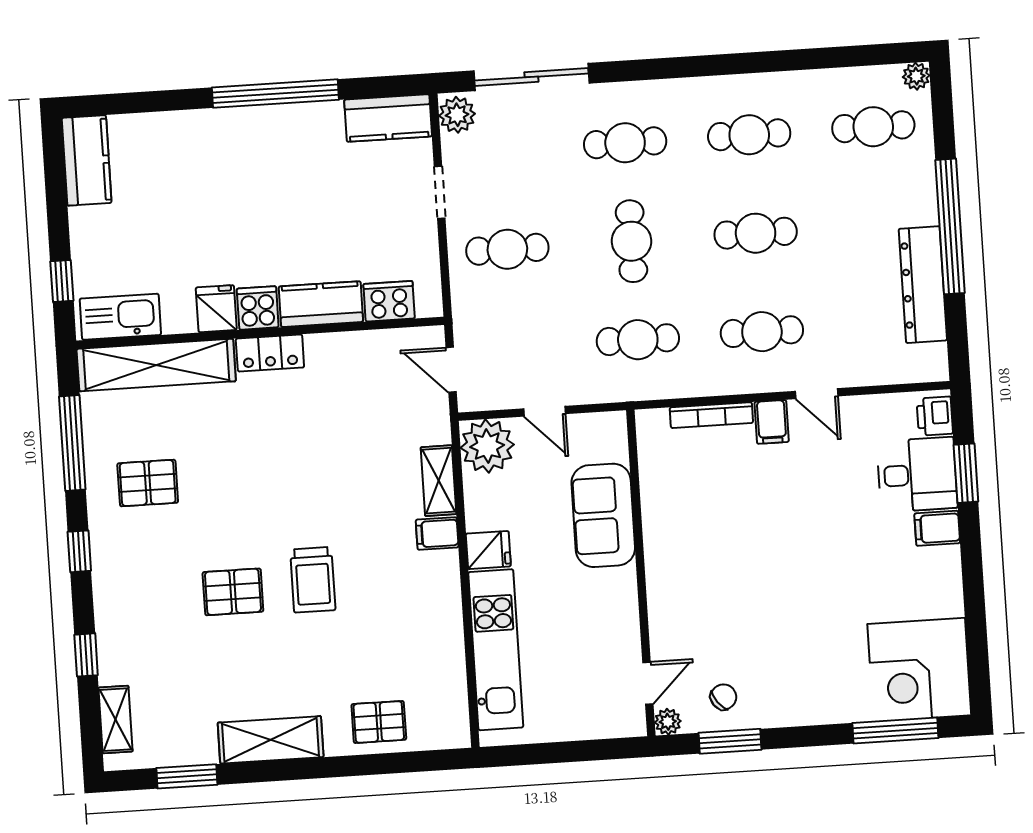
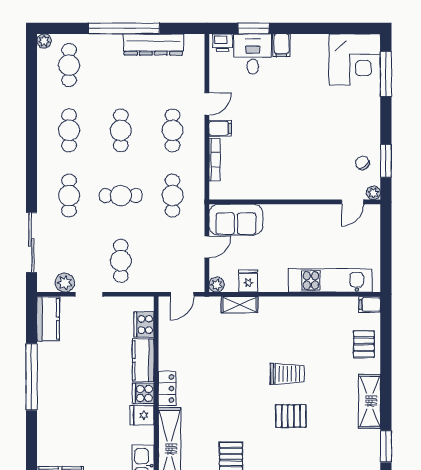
plant: (457, 115) -> (65, 283), moved
plant: (487, 446) -> (217, 285), width x0.53, depth x0.53
sofa: (603, 515) -> (236, 220), moved
filing cabinet: (437, 534) -> (370, 305), moved, turned 90
fridge: (488, 550) -> (248, 281), moved
pallet: (233, 592) -> (291, 416), turned 90
door: (648, 683) -> (353, 202), swing flipped

